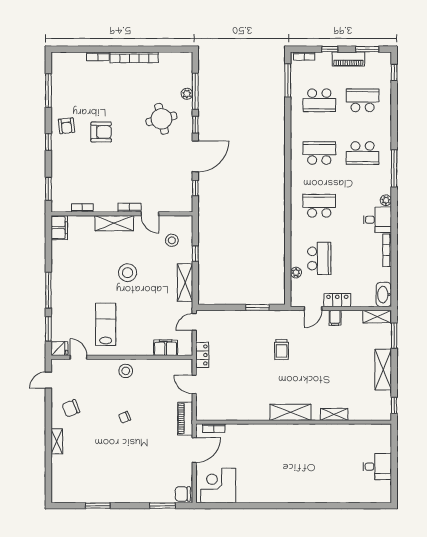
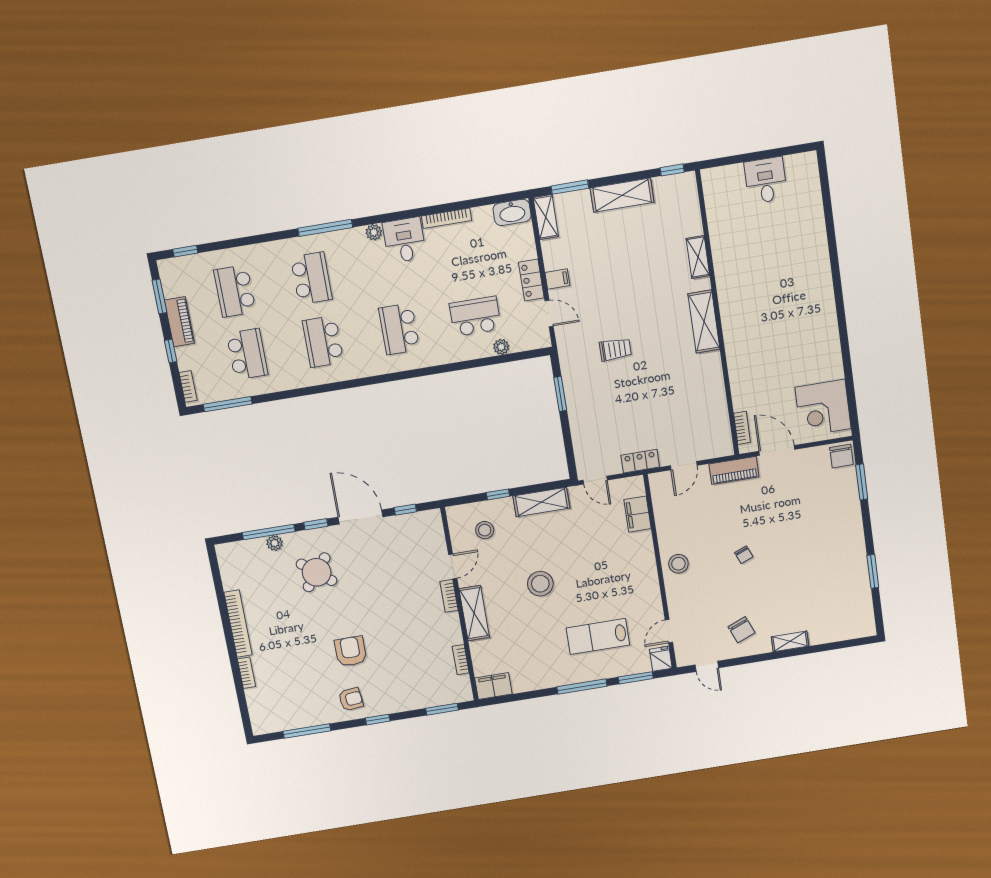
round table: (161, 119) -> (317, 572), turned -37
lab bench: (106, 324) -> (598, 636), moved

